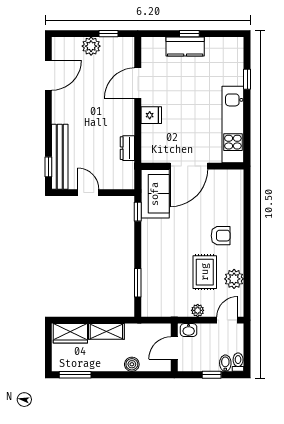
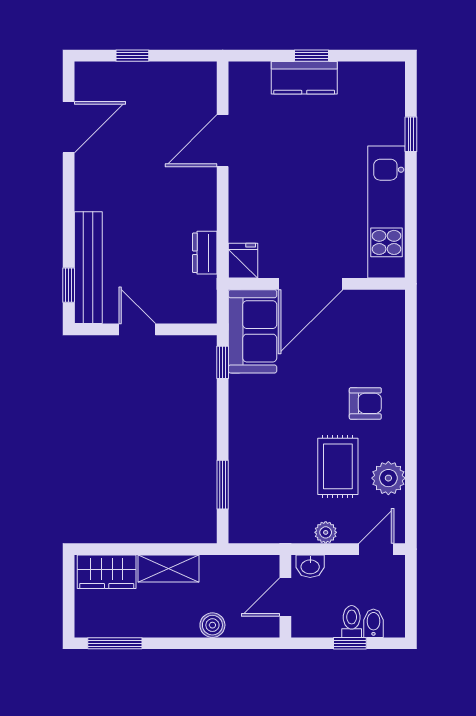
window: (108, 34) -> (132, 56), moved
plant: (91, 46) -> (142, 77), removed
fridge: (151, 115) -> (243, 261), moved, turned -90
toilet: (238, 362) -> (352, 622), moved

